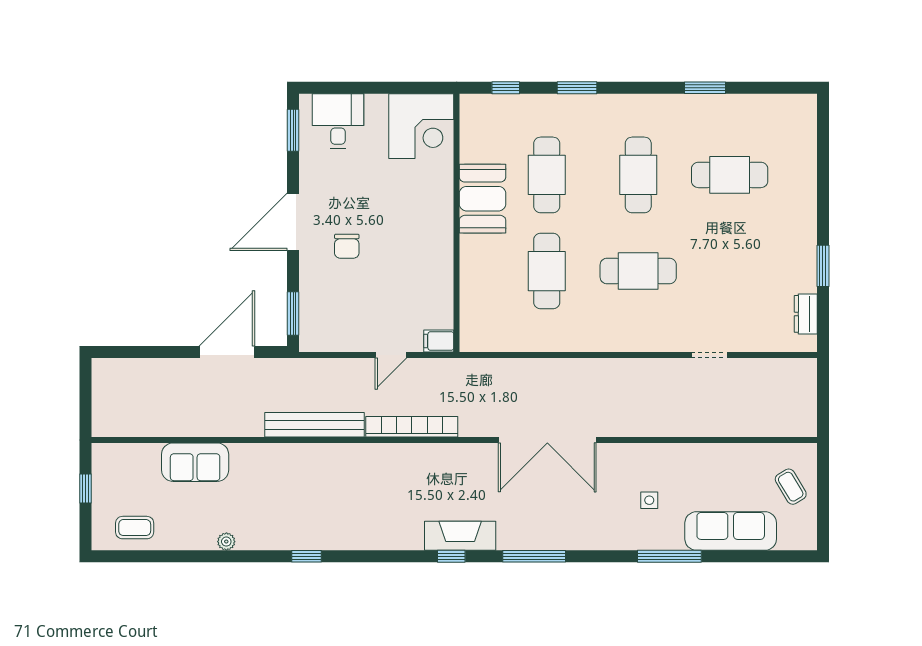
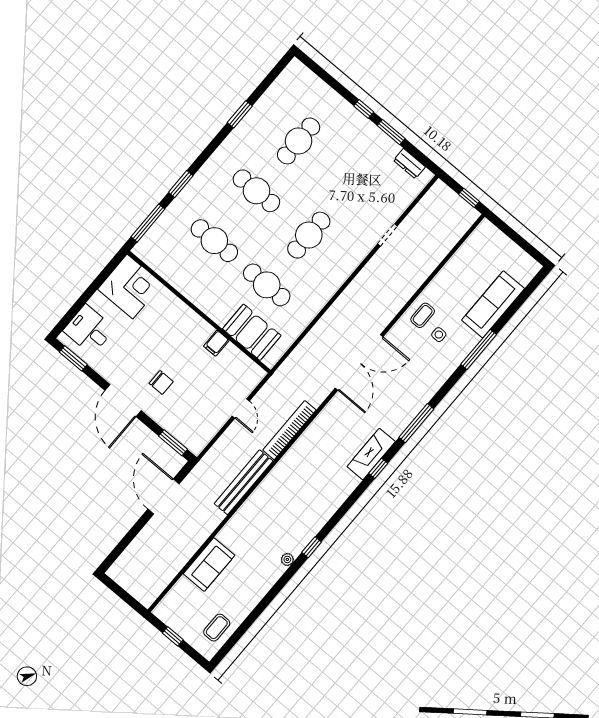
window: (506, 88) -> (148, 223), width x2.17
booth: (483, 199) -> (252, 332), moved
window: (823, 216) -> (364, 109), added
filing cabinet: (439, 341) -> (216, 343), moved
window: (823, 409) -> (469, 198), added
coffee table: (791, 487) -> (423, 315), moved, turned -59
plant: (226, 542) -> (287, 559), moved

